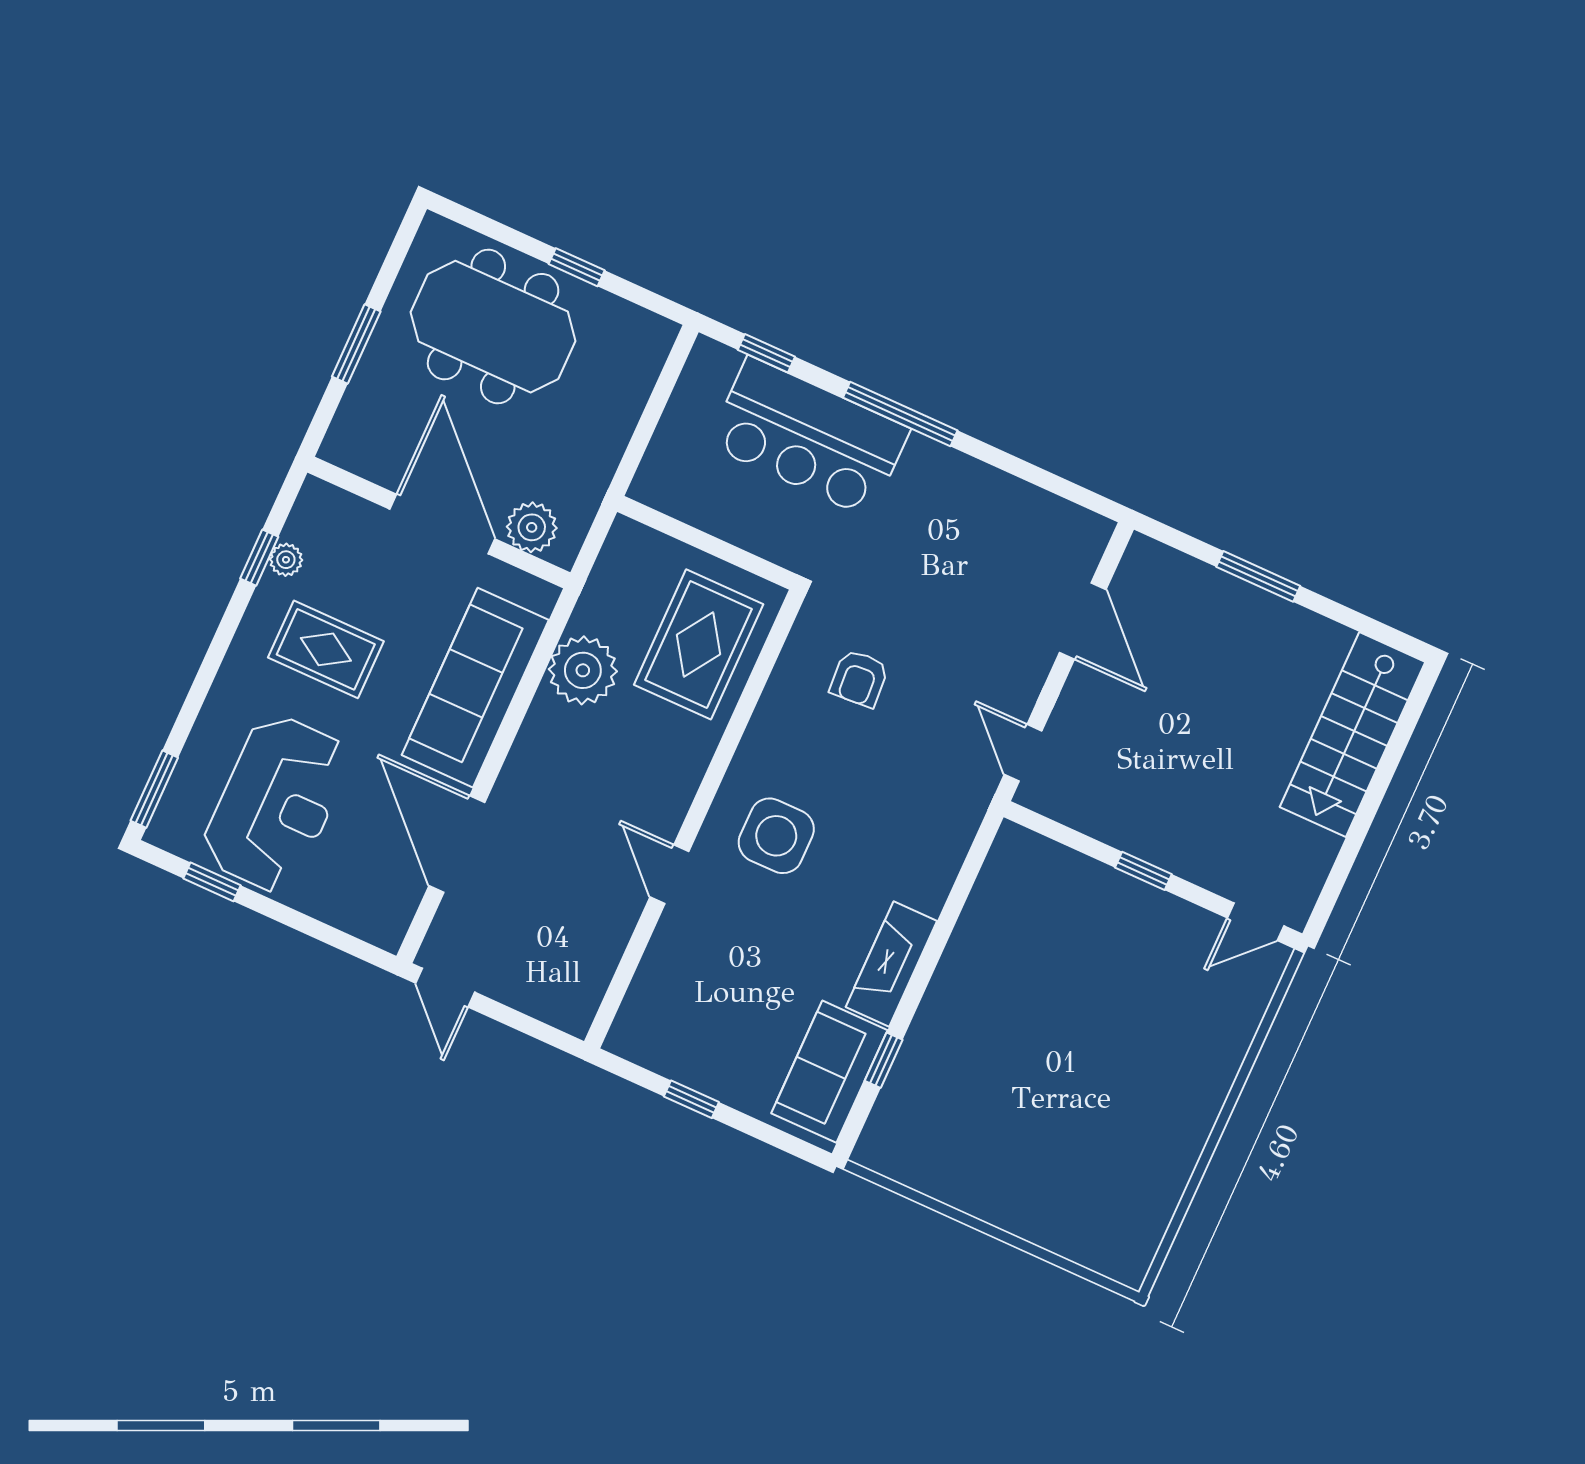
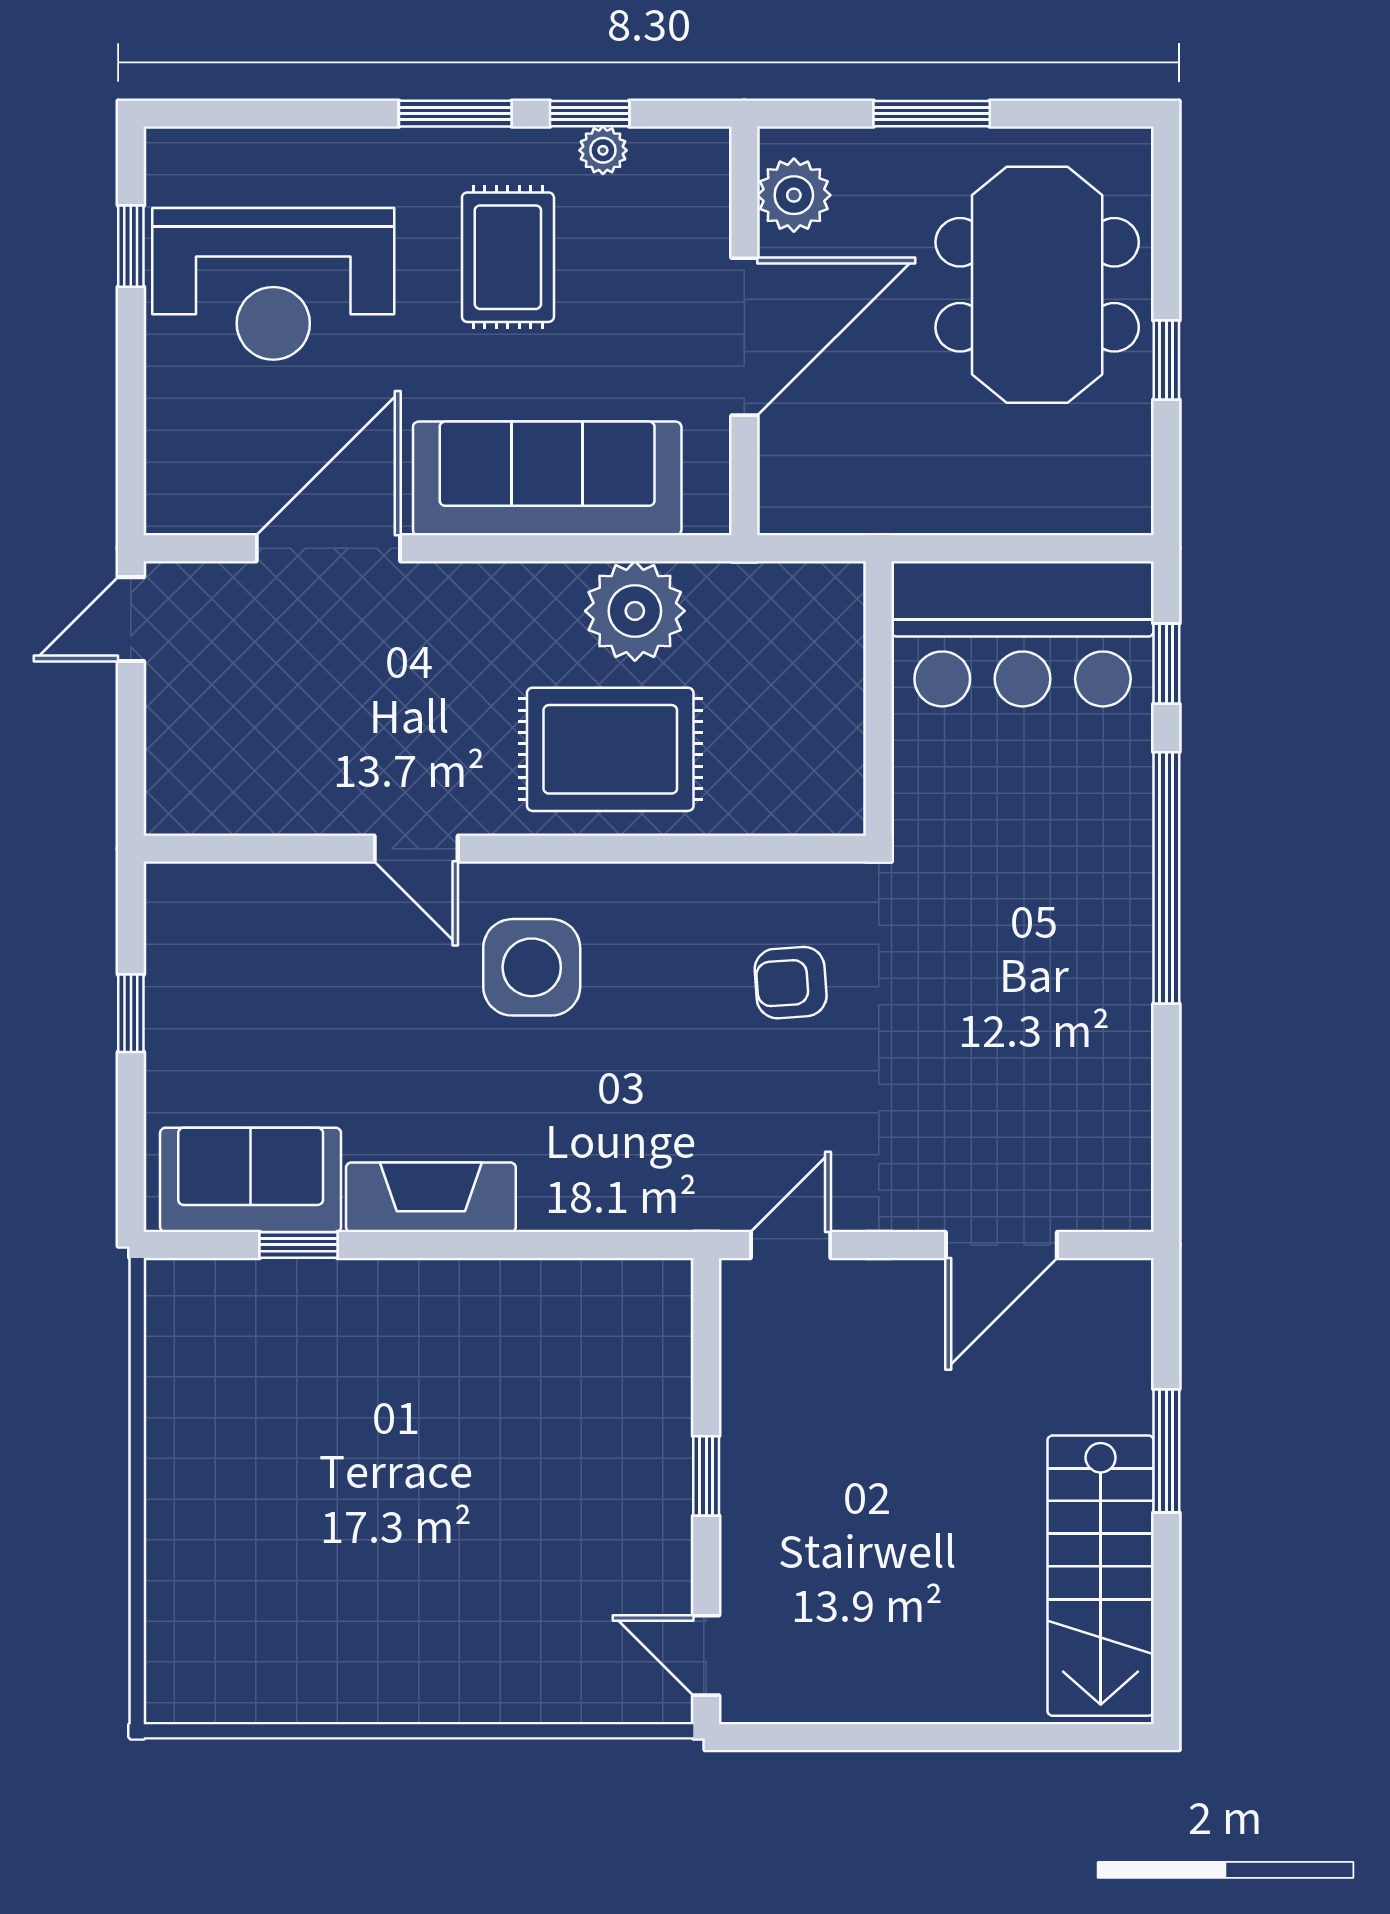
window: (900, 414) -> (1166, 878), width x1.46
bar counter: (809, 437) -> (1023, 634), moved, turned -90
plant: (532, 527) -> (794, 195), moved
rug: (699, 644) -> (610, 749), moved
stairs: (1353, 735) -> (1101, 1576), moved, turned -90
window: (154, 789) -> (455, 114), moved
door: (669, 874) -> (416, 849), swing flipped

